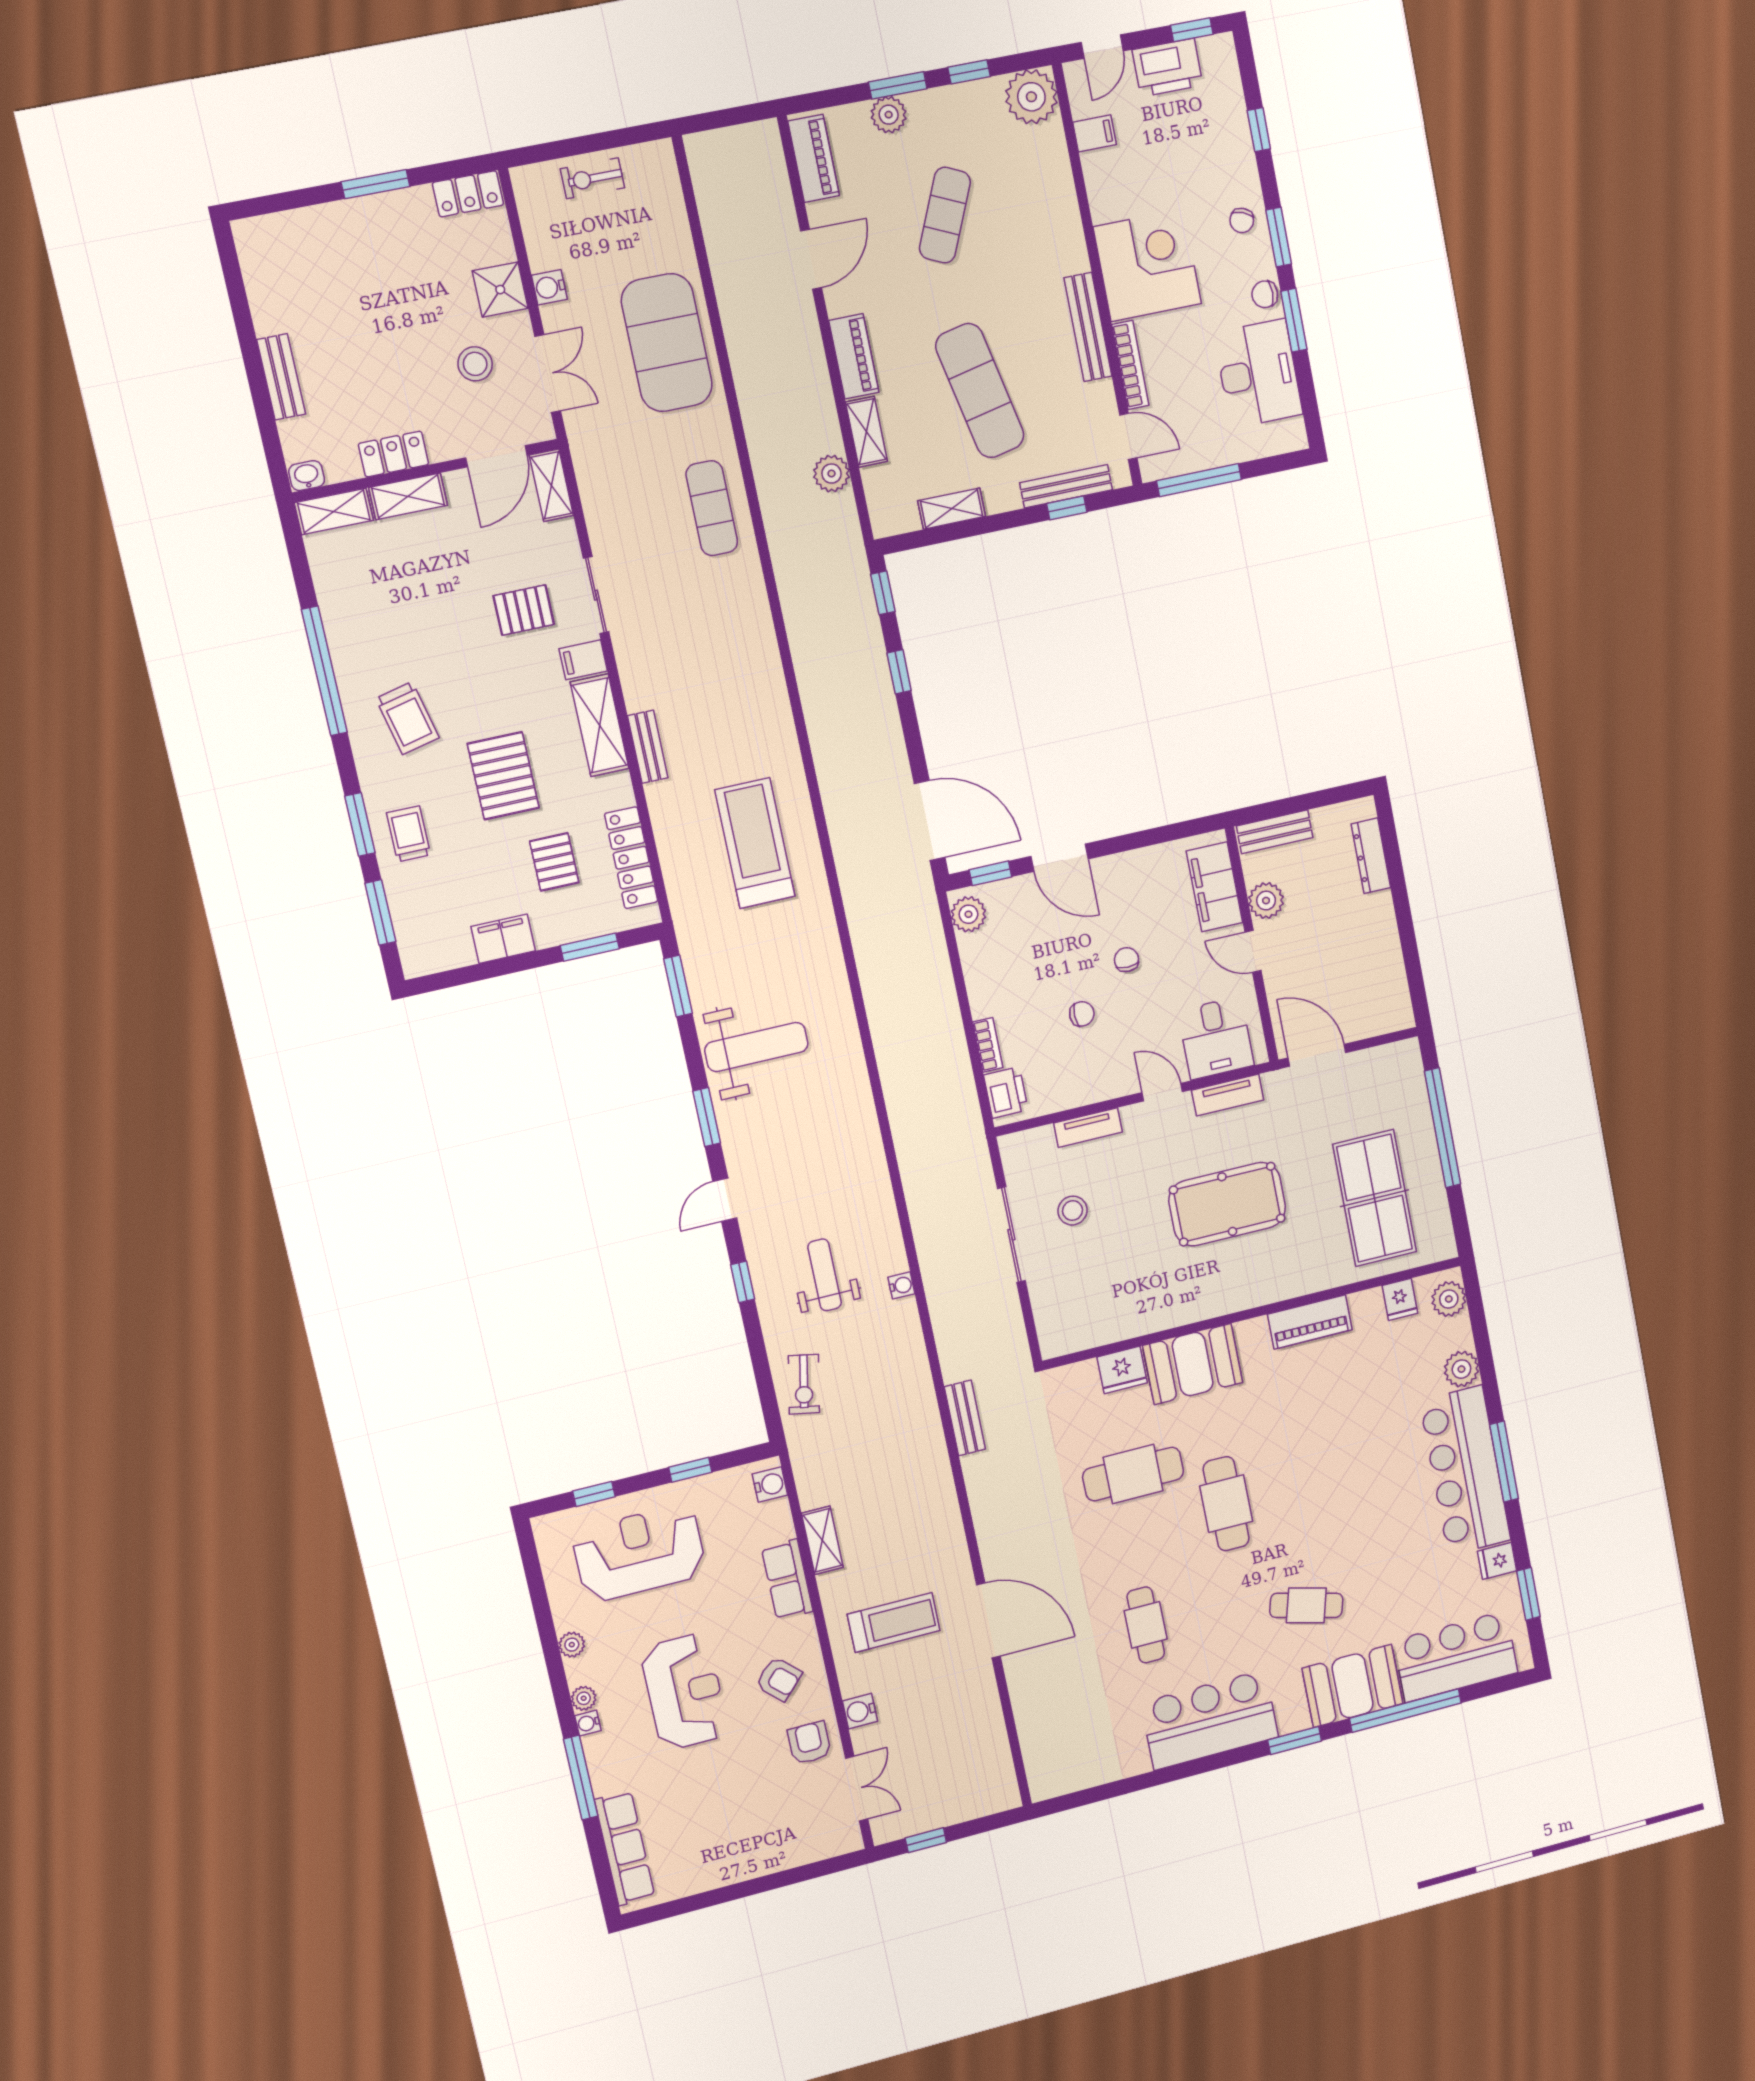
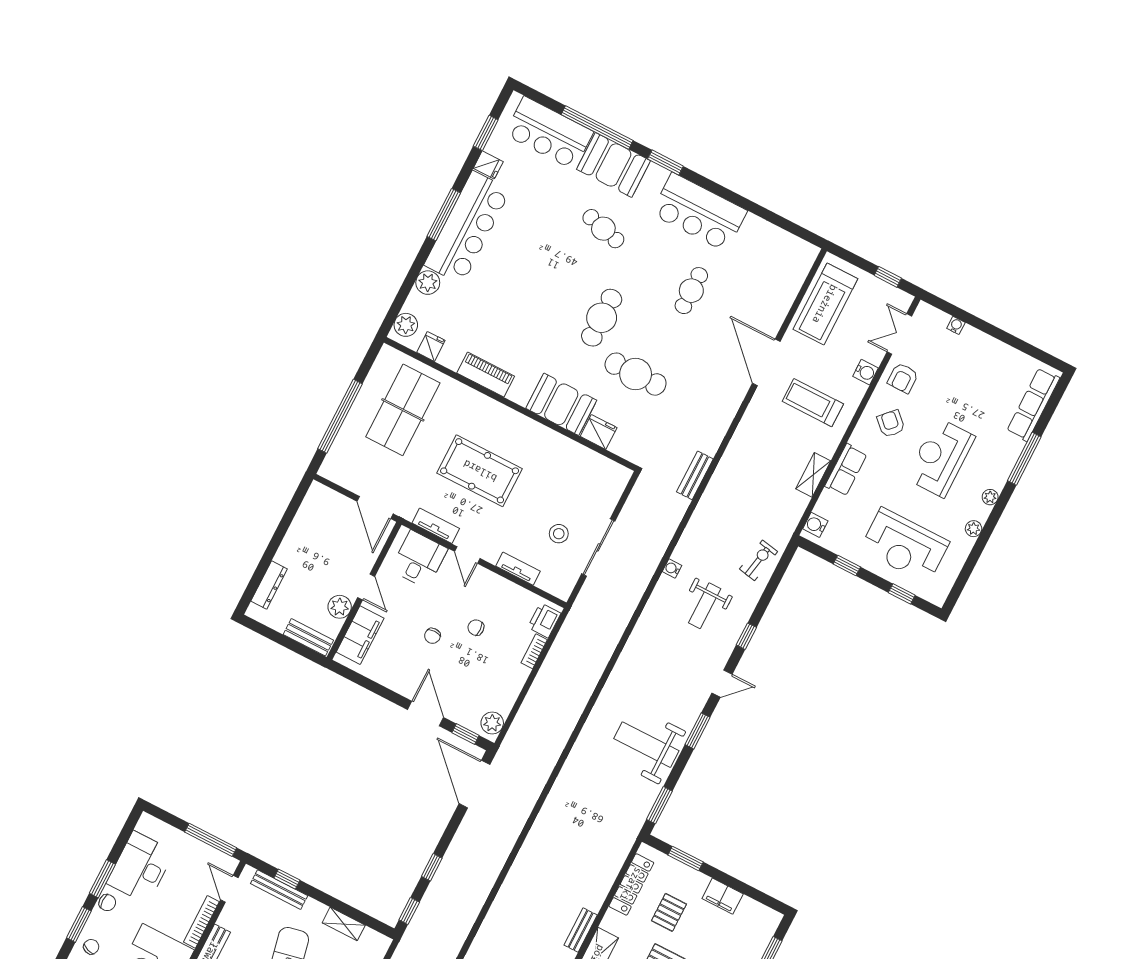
treadmill: (755, 843) -> (825, 304), moved
water cooler: (588, 1723) -> (956, 325), moved, turned -90

